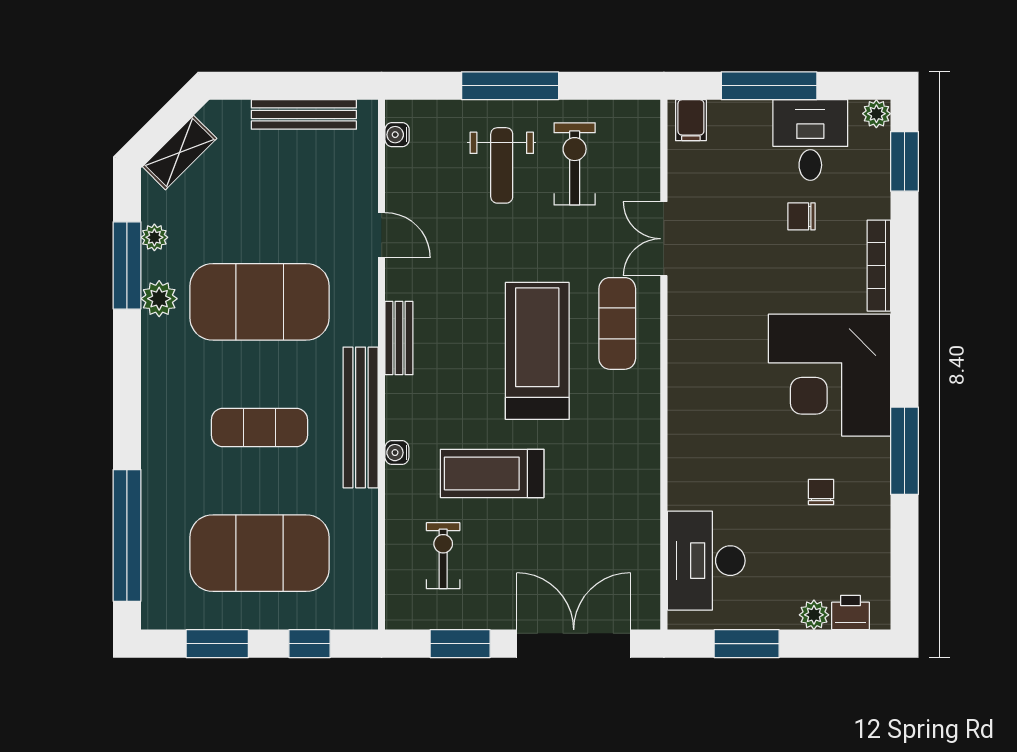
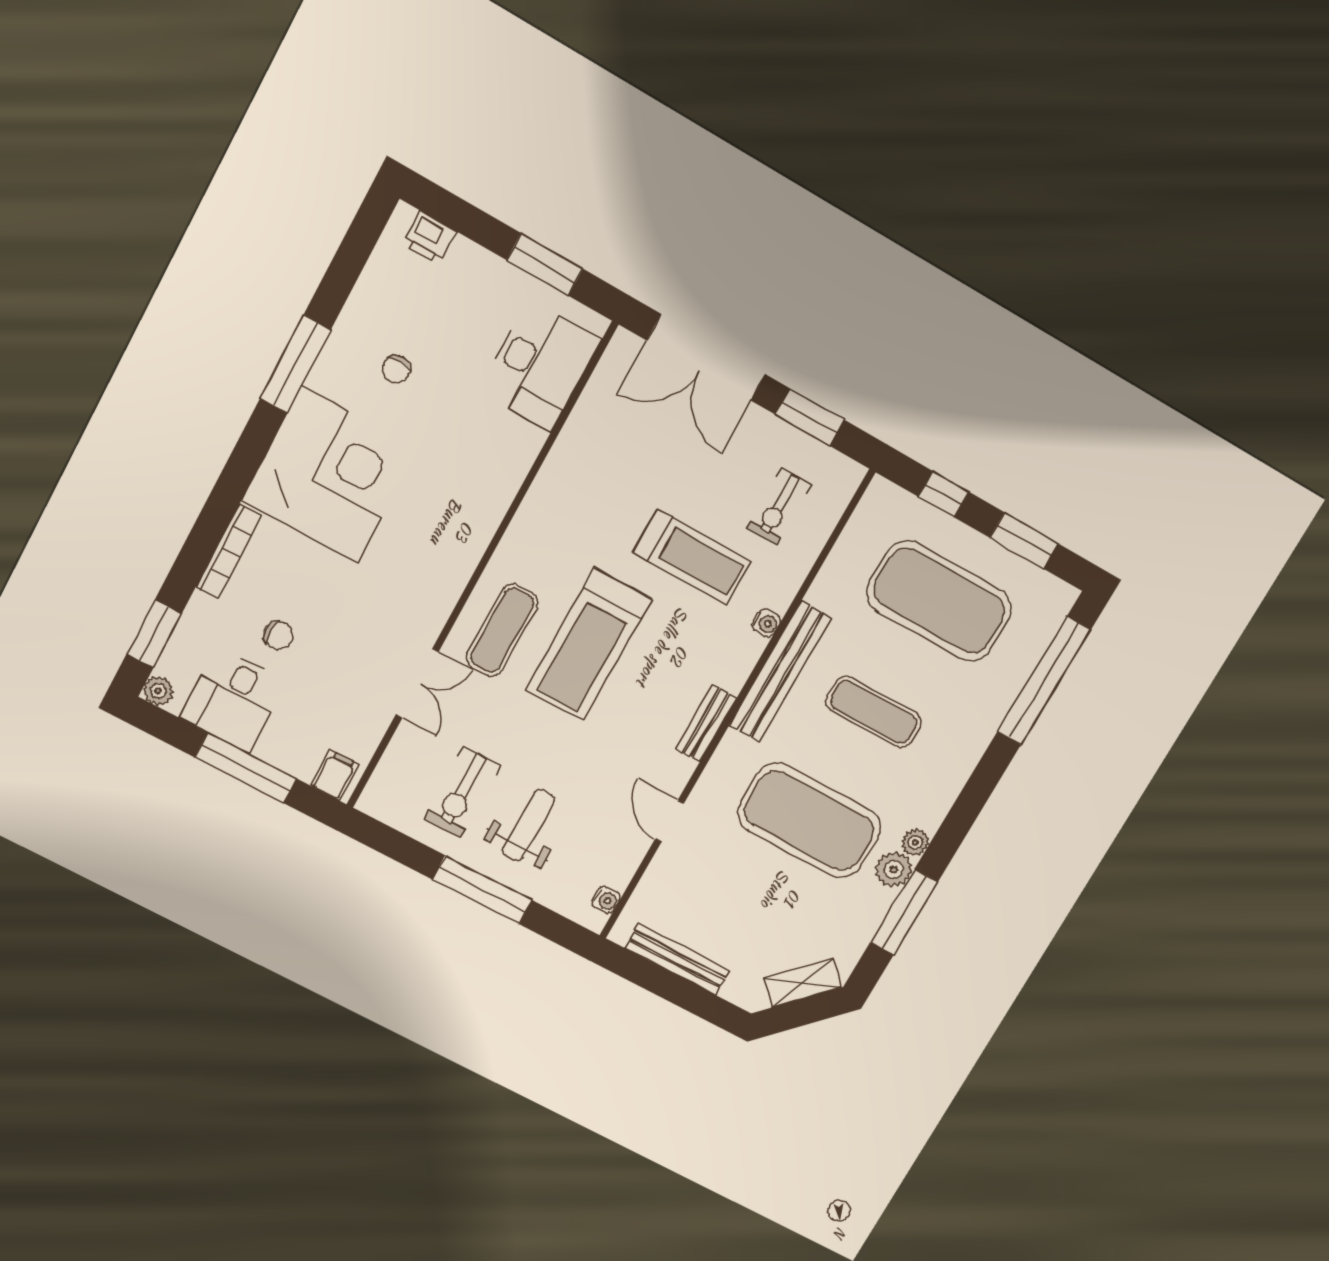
plant: (154, 237) -> (915, 842), moved
plant: (814, 615) -> (466, 255), removed

